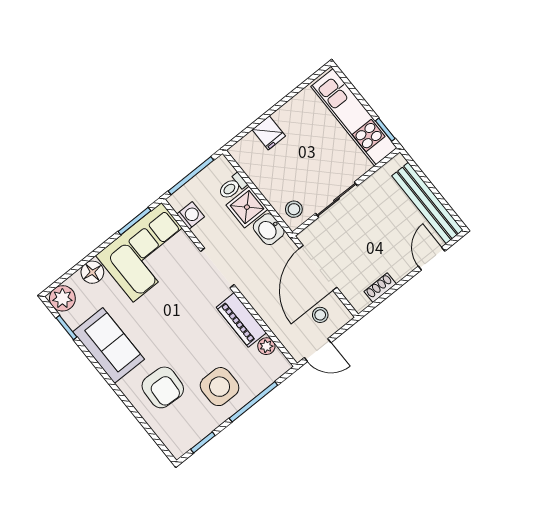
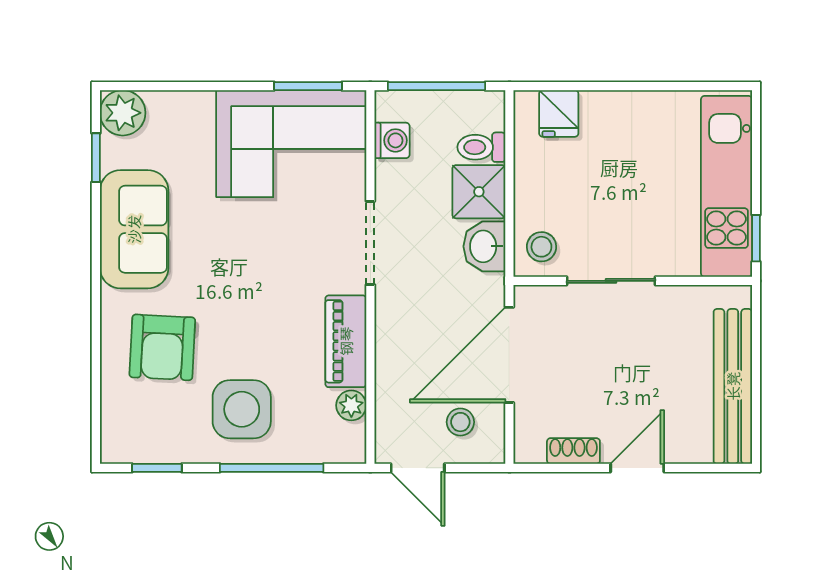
fridge: (269, 133) -> (559, 113), moved
door: (432, 259) -> (637, 468), moved
floor lamp: (92, 272) -> (193, 110), removed

